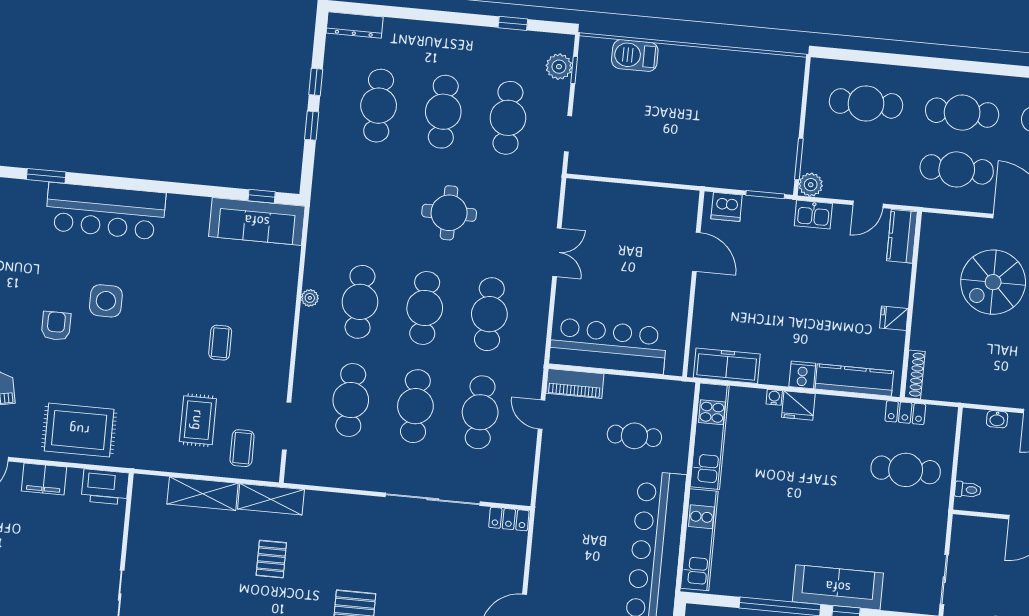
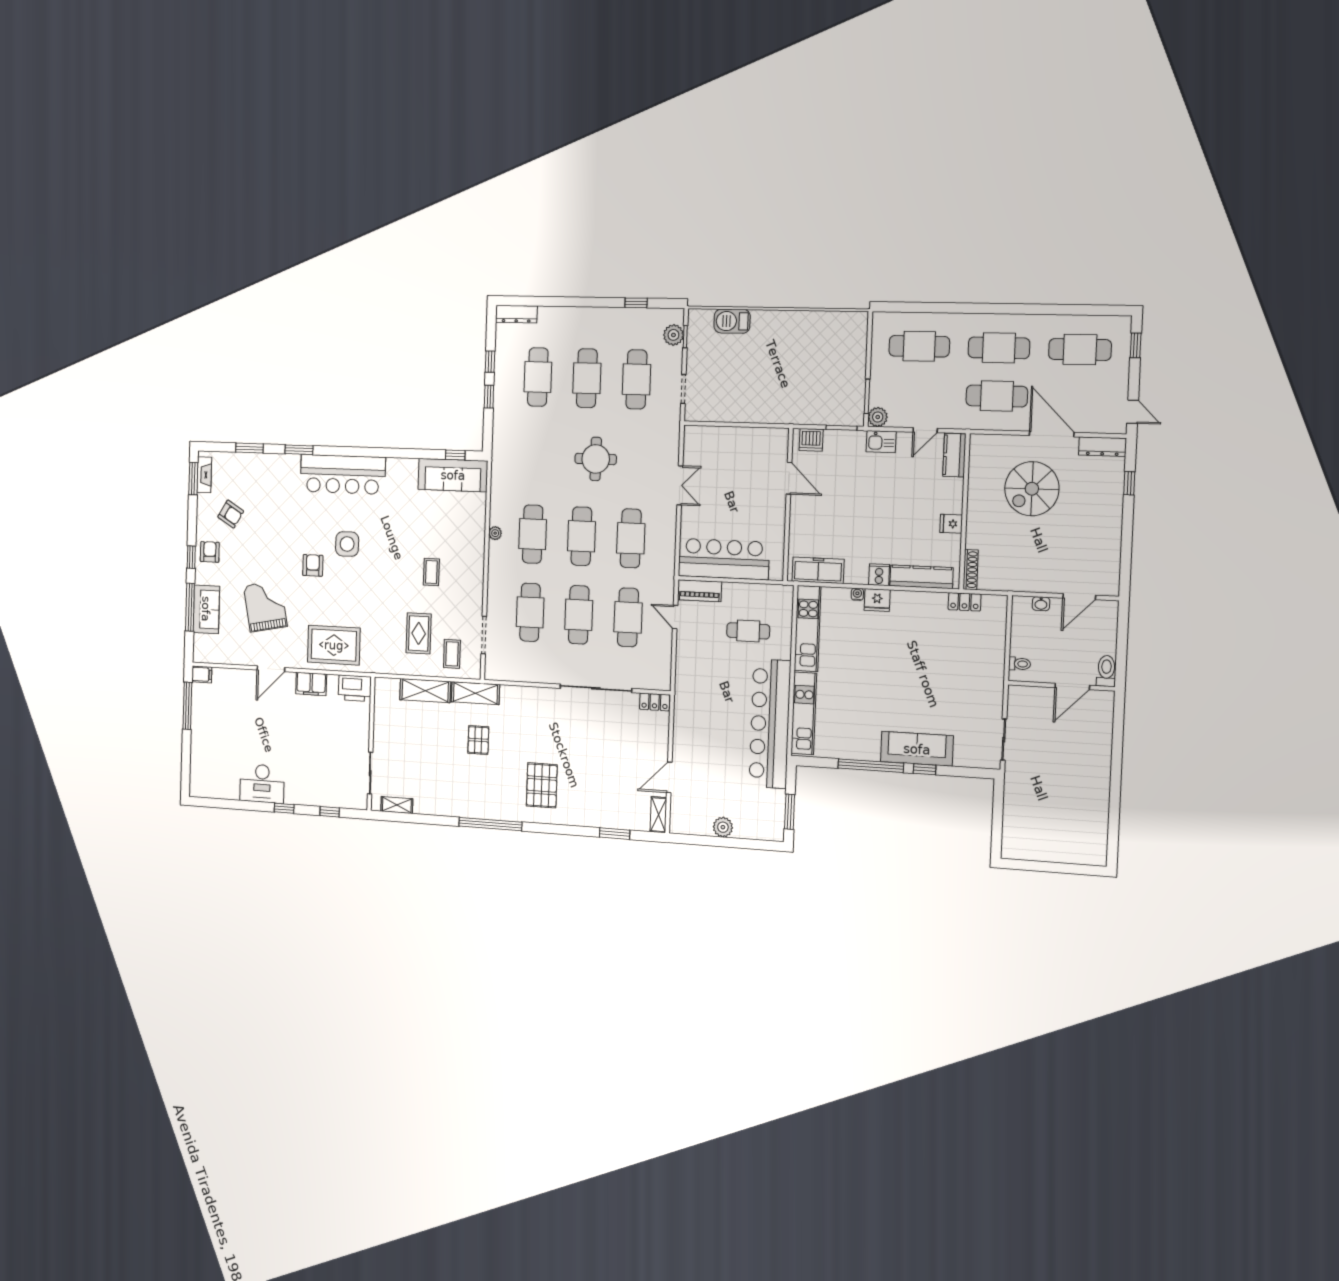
cafe table: (906, 470) -> (967, 649), removed

